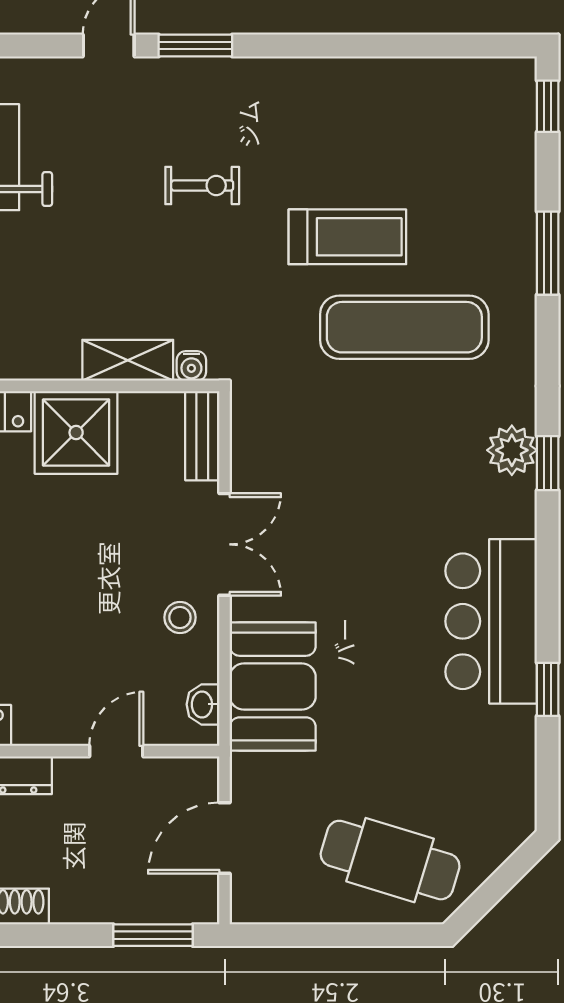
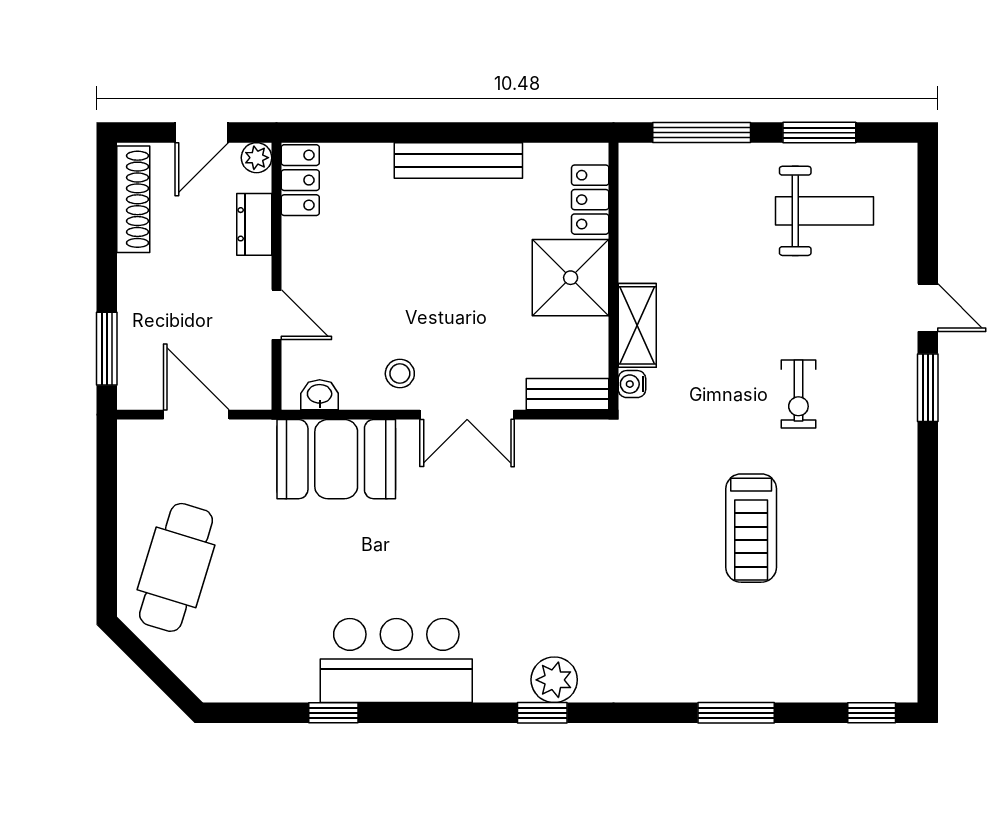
exercise mat: (404, 327) -> (668, 581), removed

